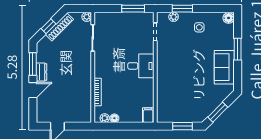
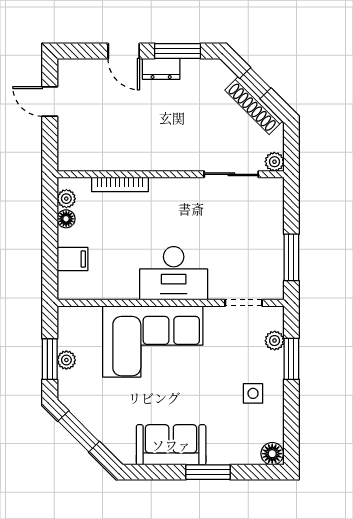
desk: (141, 66) -> (174, 273), width x1.37
corner sofa: (174, 76) -> (153, 341), added
filing cabinet: (148, 115) -> (72, 259), moved
plant: (183, 118) -> (66, 360), added

